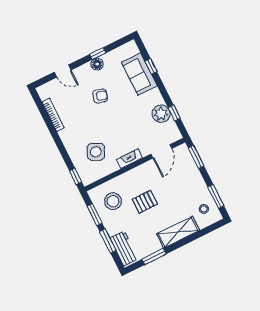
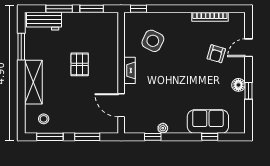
armchair: (100, 96) -> (216, 54), moved
plant: (161, 114) -> (163, 128), width x0.53, depth x0.53
window: (196, 157) -> (87, 137), moved
stool: (113, 201) -> (96, 33), removed

